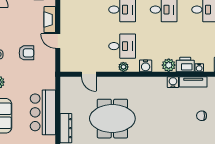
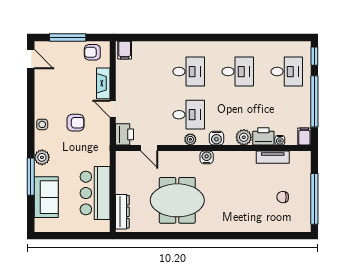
printer: (68, 63) -> (124, 134), added
water cooler: (173, 82) -> (207, 157), moved

